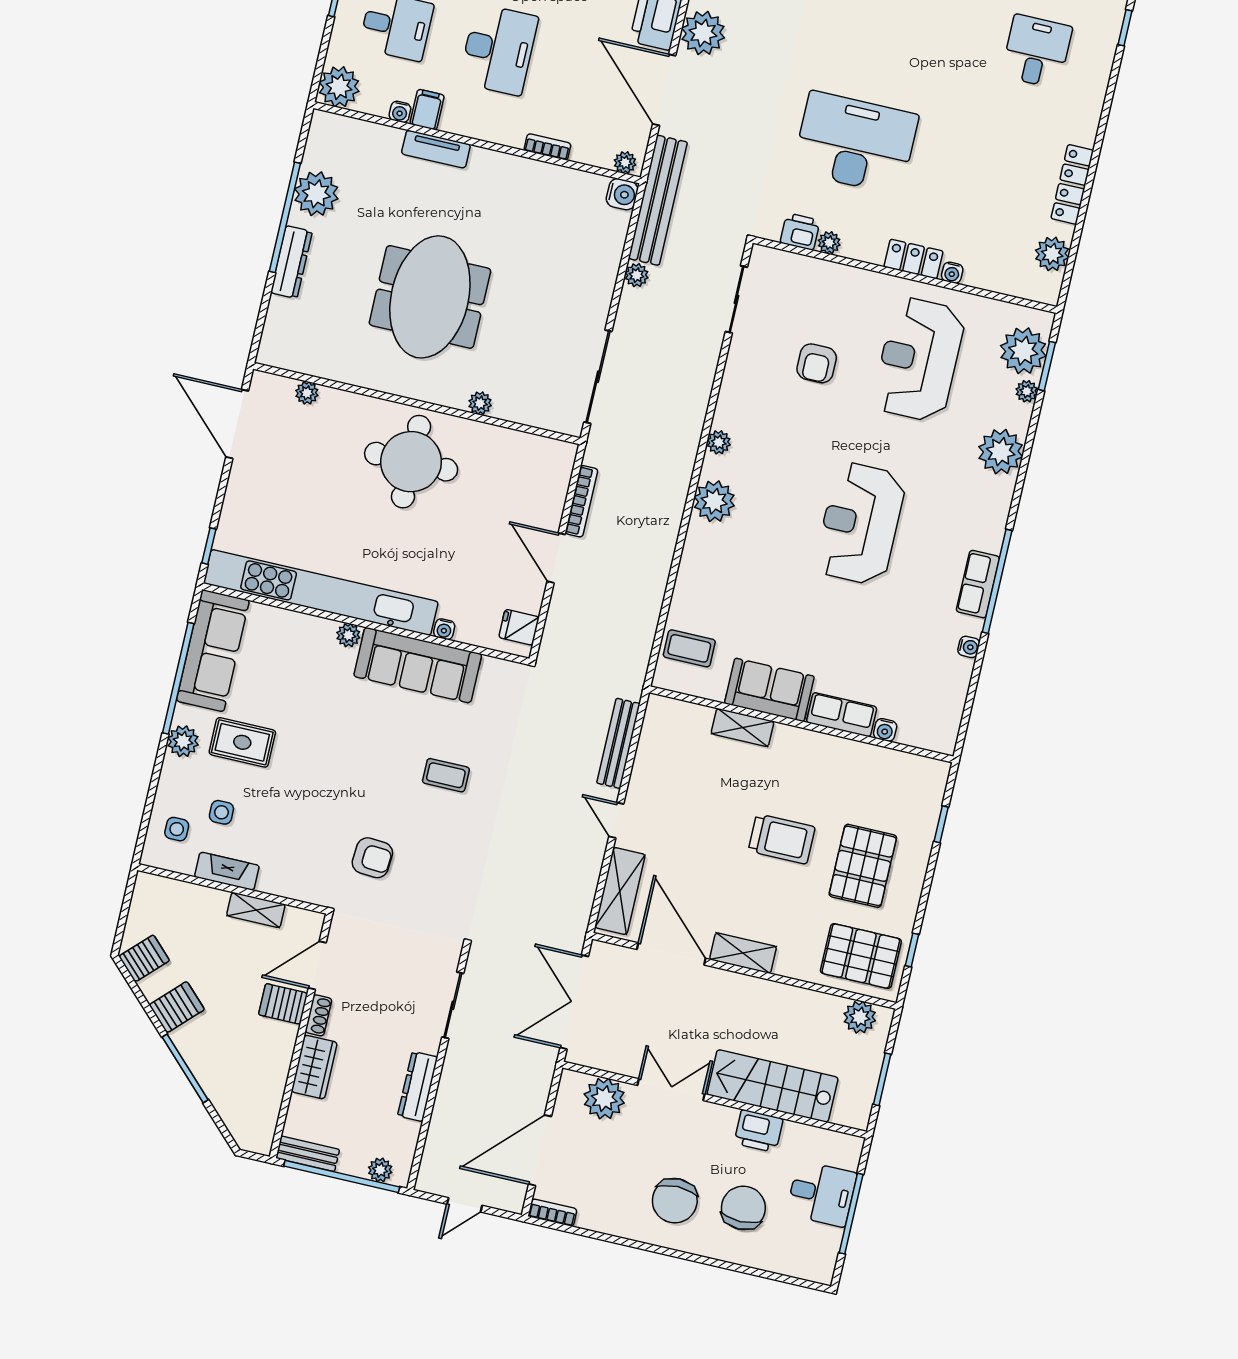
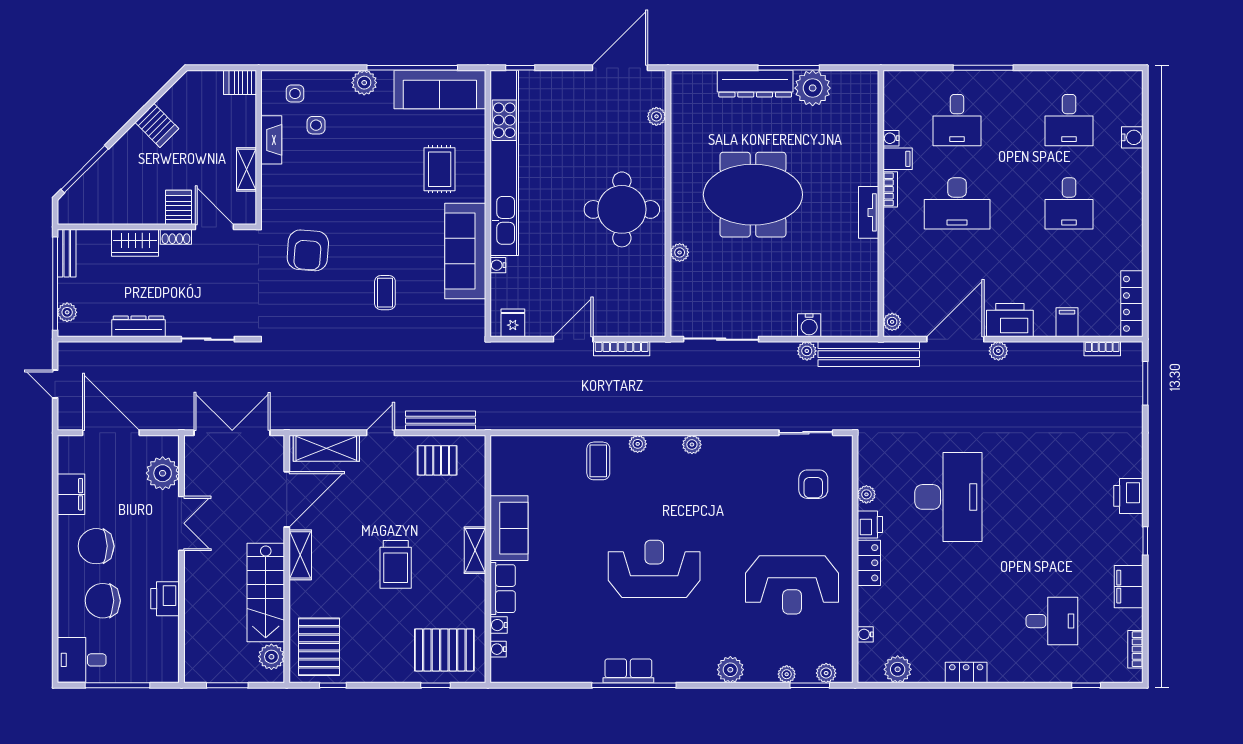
plant: (703, 33) -> (998, 351), width x0.53, depth x0.53
plant: (339, 87) -> (900, 87), removed
bookcase: (547, 147) -> (890, 189), moved
tv unit: (436, 149) -> (869, 212), moved
locker: (1072, 184) -> (966, 672), width x0.66
water cooler: (622, 194) -> (809, 325), moved
window: (285, 217) -> (789, 68), width x0.68
printer: (800, 232) -> (870, 524), moved
dresser: (291, 262) -> (755, 84), width x1.37, depth x1.24
water cooler: (952, 273) -> (865, 634), moved
plant: (1023, 351) -> (826, 673), width x0.53, depth x0.53
reception desk: (919, 359) -> (792, 585), turned 180
armchair: (817, 363) -> (813, 484), moved, turned -90
plant: (1001, 452) -> (730, 670), width x0.73, depth x0.73
plant: (714, 501) -> (638, 444), width x0.53, depth x0.53
plant: (348, 635) -> (476, 192), removed
water cooler: (969, 647) -> (498, 649), moved, turned 90
coffee table: (689, 648) -> (598, 461), moved
shelving: (742, 728) -> (475, 550), moved
rug: (242, 742) -> (440, 169), moved
pallet: (666, 759) -> (437, 460), added
armchair: (372, 858) -> (308, 250), width x1.38, depth x1.38
pallet: (863, 866) -> (444, 650), moved
server rack: (144, 958) -> (240, 82), moved, turned 135
window: (185, 1068) -> (85, 169), moved
stairs: (773, 1086) -> (266, 592), moved, turned 180
desk: (821, 1194) -> (82, 660), moved, turned 90
chair: (743, 1208) -> (103, 601), turned 180
bookcase: (552, 1213) -> (65, 454), removed
filing cabinet: (604, 1217) -> (71, 494), added

